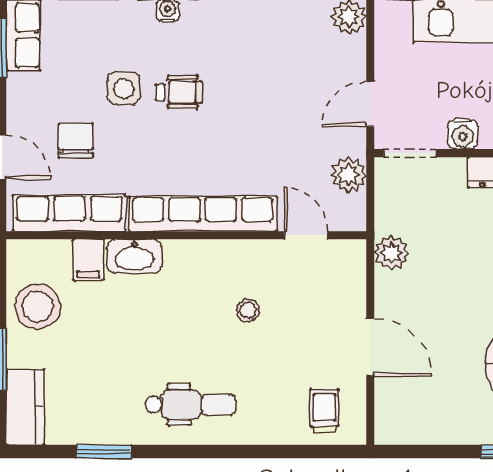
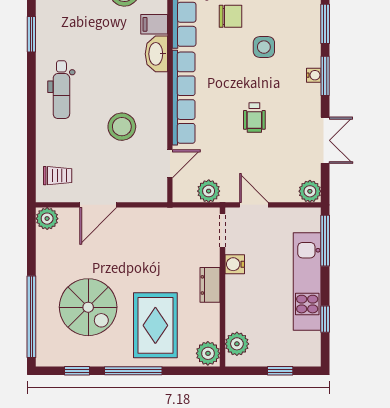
wheelchair: (179, 92) -> (254, 117), moved
plant: (391, 253) -> (47, 219), moved
stool: (248, 310) -> (122, 127), width x1.89, depth x1.89

